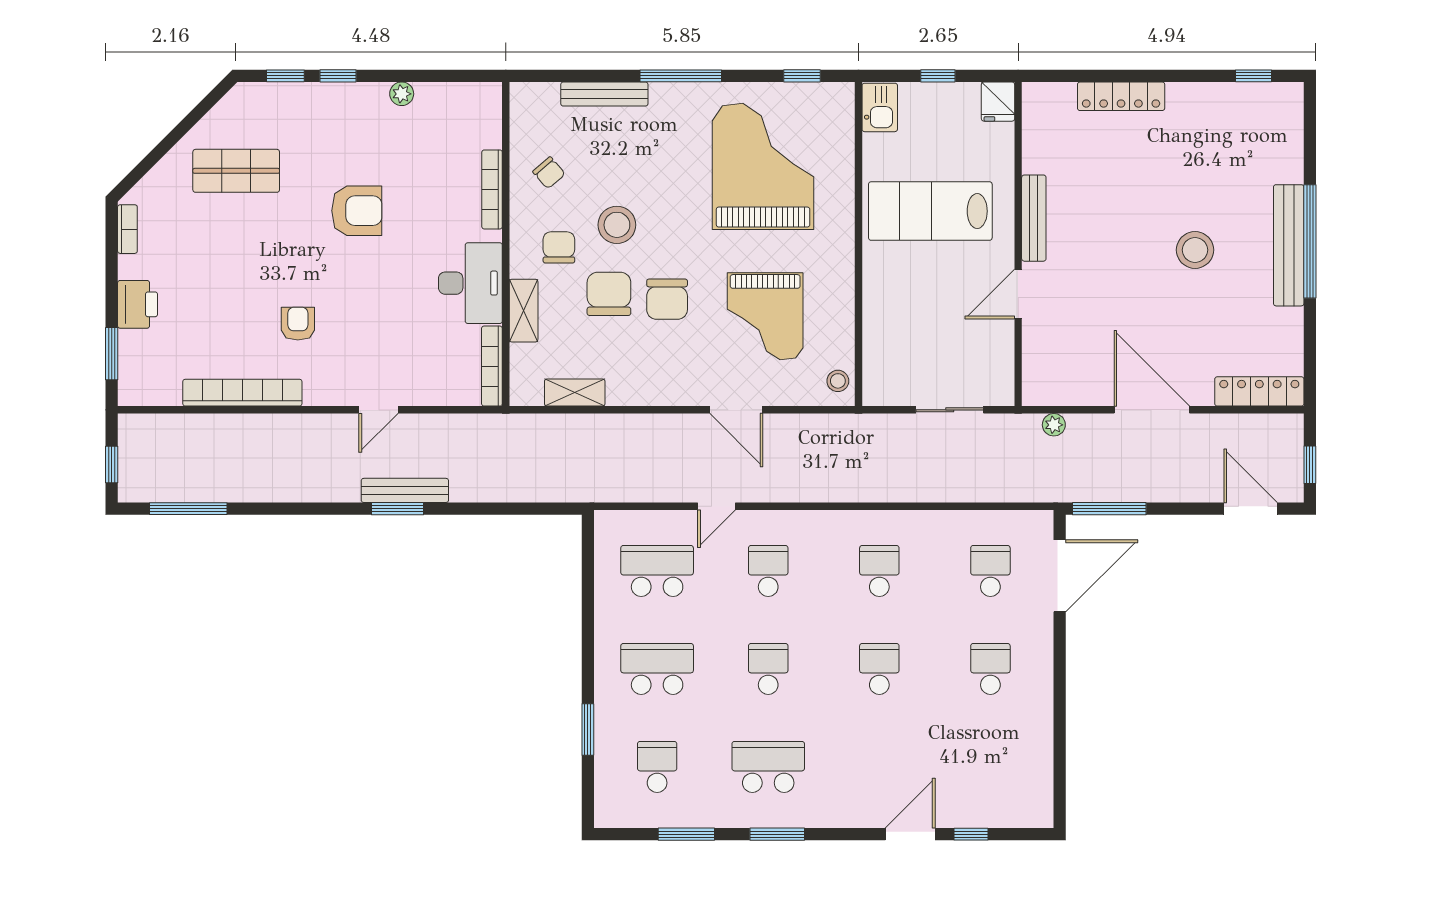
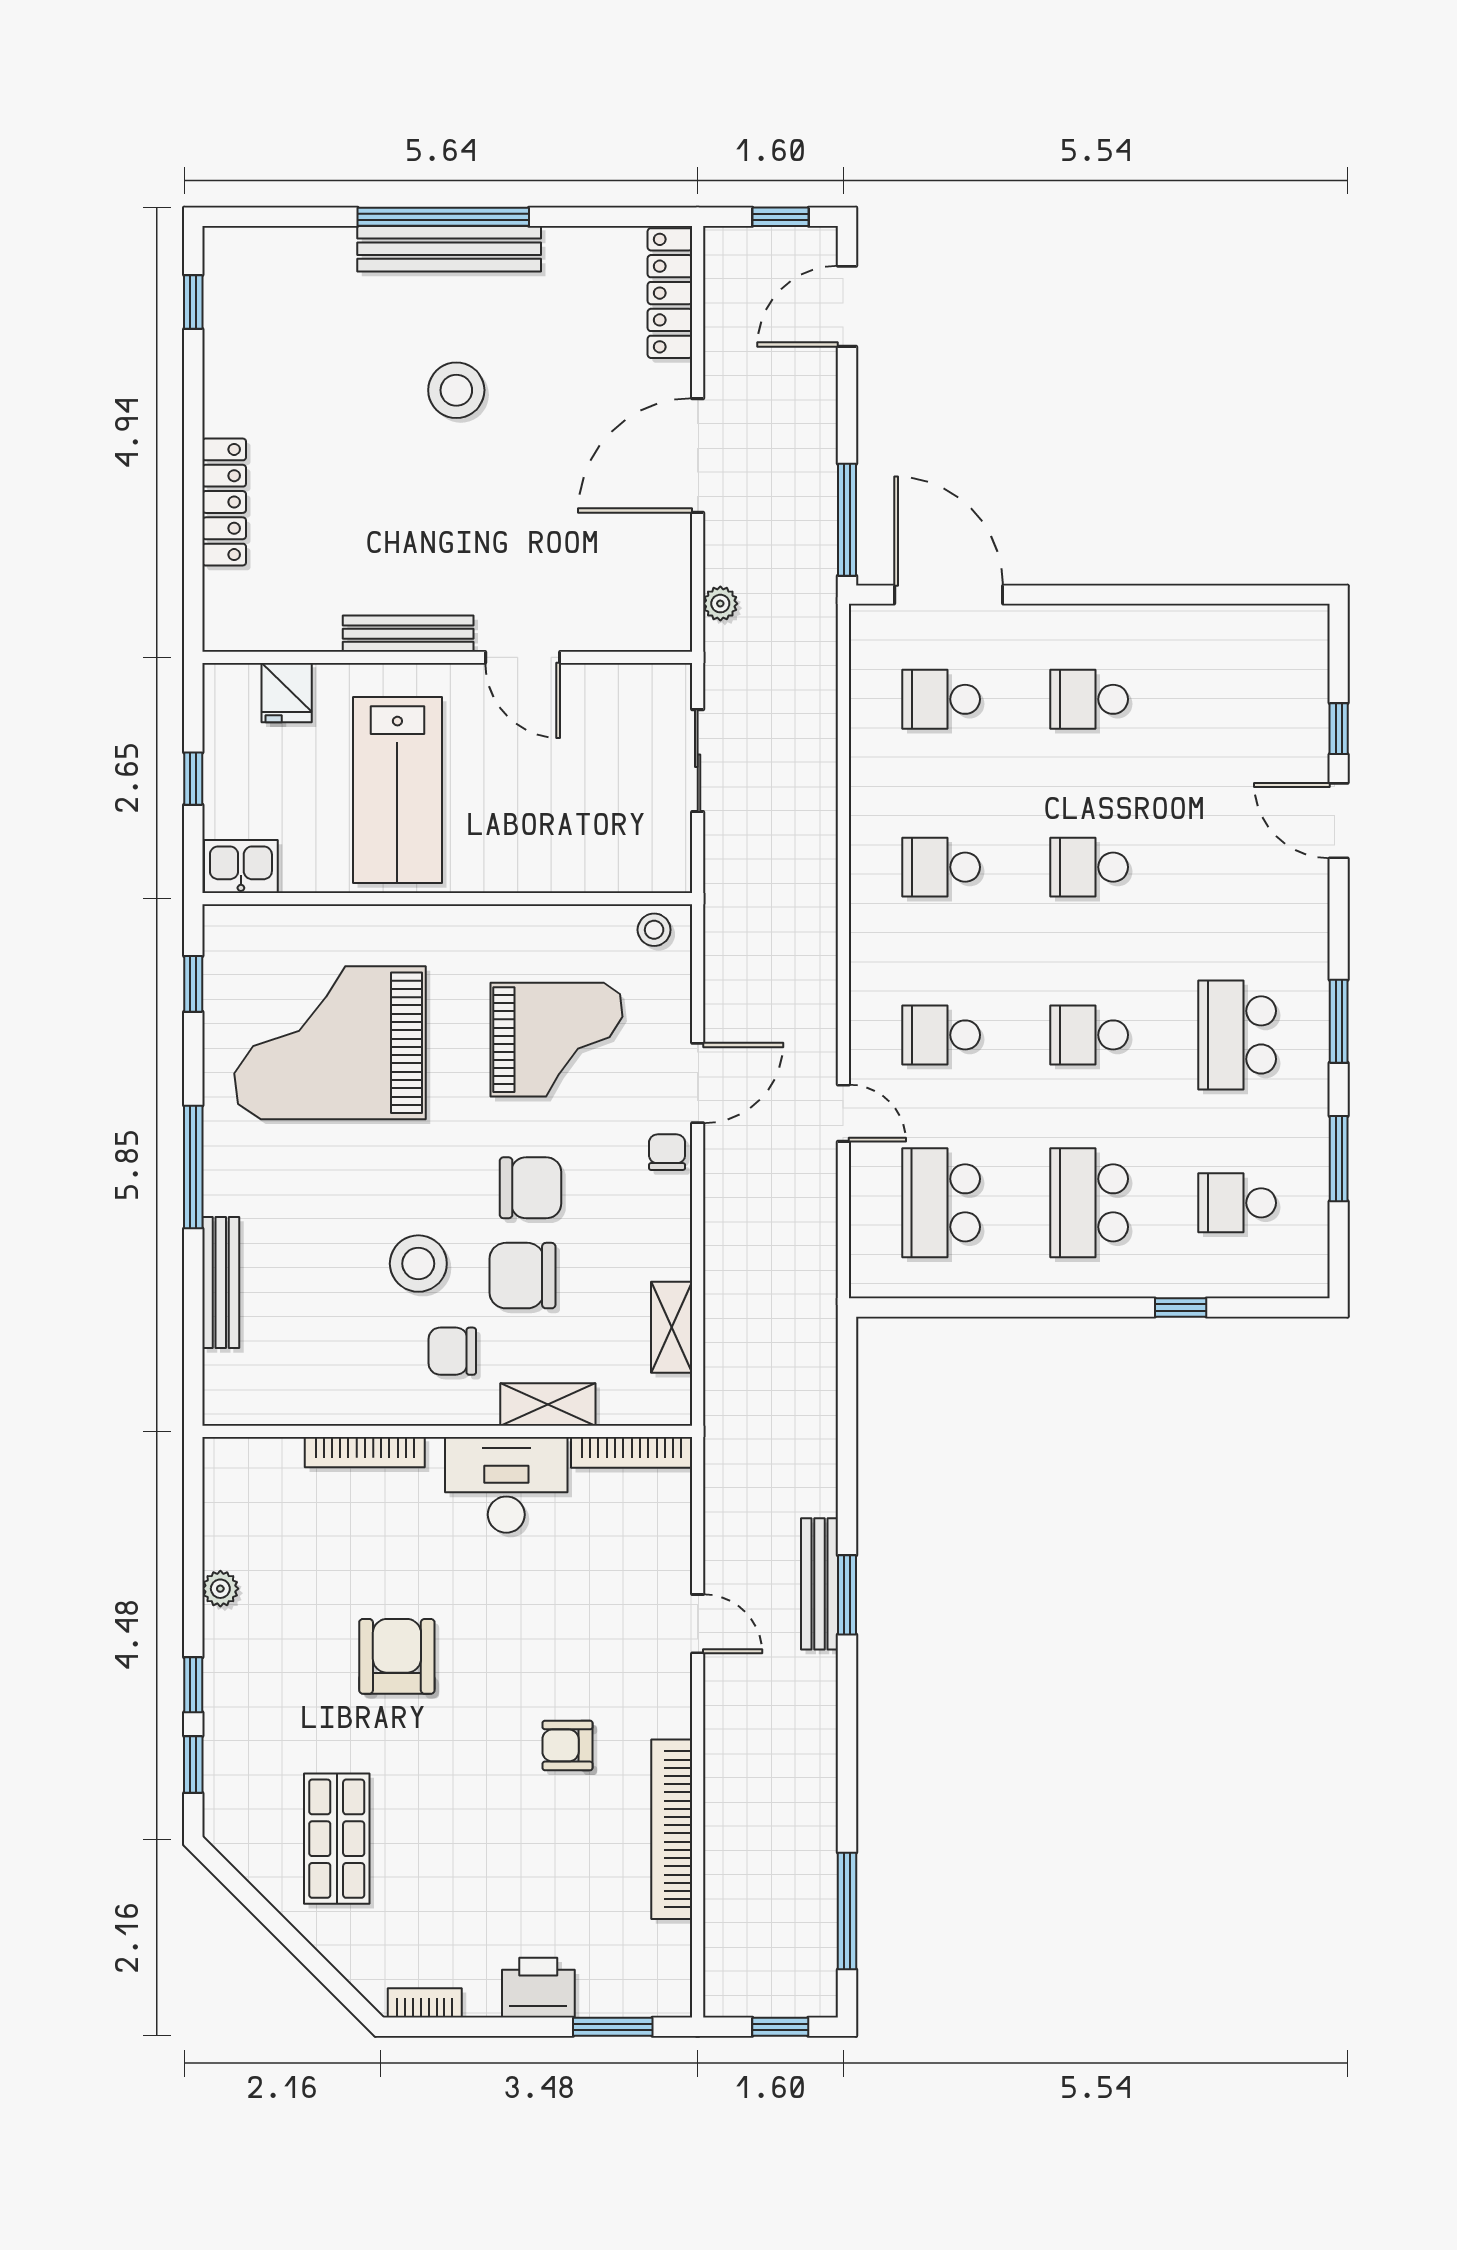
fridge: (998, 102) -> (287, 693), moved, turned 90
chair: (549, 173) -> (667, 1152), moved, turned -49
window: (588, 729) -> (1181, 1307), width x0.67

